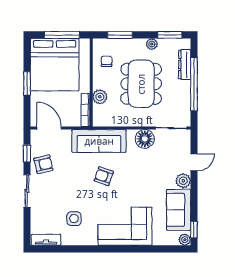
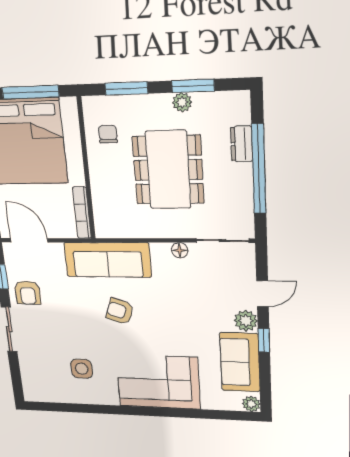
window: (170, 35) -> (193, 86), moved
dresser: (185, 65) -> (242, 144), width x0.70
plant: (100, 97) -> (102, 192), removed
floor lamp: (145, 139) -> (180, 250), width x0.53, depth x0.53
armchair: (43, 164) -> (28, 293), turned 103
window: (194, 230) -> (264, 340), moved
tv unit: (46, 240) -> (45, 395), removed

